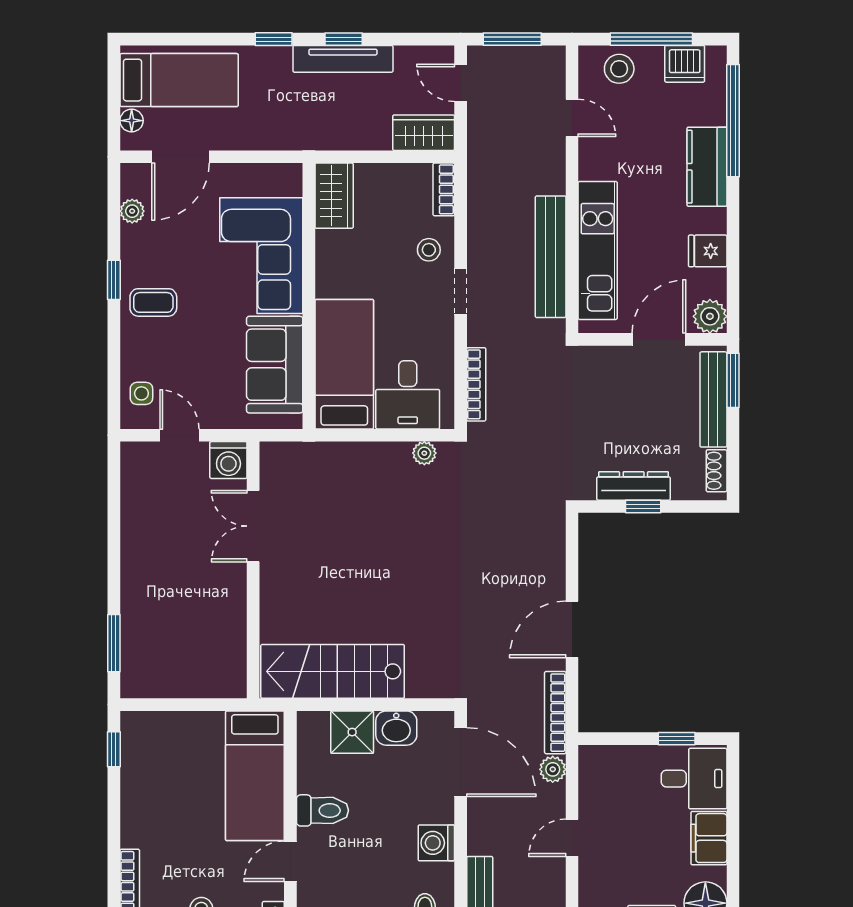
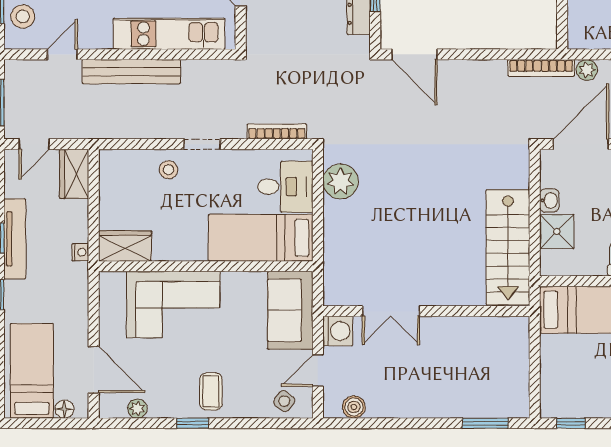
nightstand: (326, 140) -> (80, 252), added
bookcase: (444, 189) -> (120, 158), removed
bench: (551, 257) -> (131, 72), moved
sofa: (275, 365) -> (290, 310), moved, turned 90
side table: (141, 393) -> (284, 401), turned 37
plant: (424, 453) -> (341, 182), width x1.87, depth x1.87
boiler: (134, 480) -> (354, 407), added
door: (572, 629) -> (414, 54), moved
washbasin: (396, 728) -> (549, 200), width x0.72, depth x0.69

